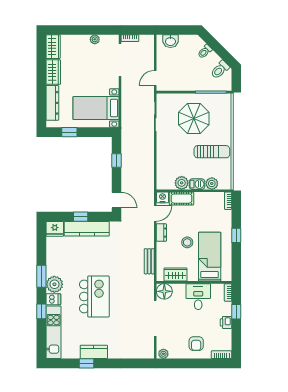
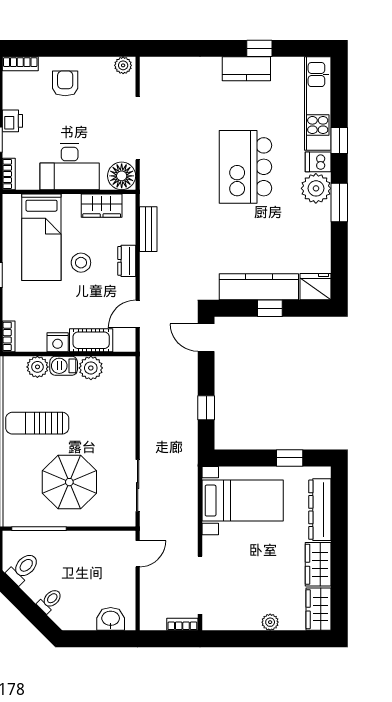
plant: (95, 39) -> (270, 622), moved
nightstand: (163, 197) -> (58, 342), moved
dresser: (161, 233) -> (127, 261), moved
desk: (198, 297) -> (70, 167), width x1.37

